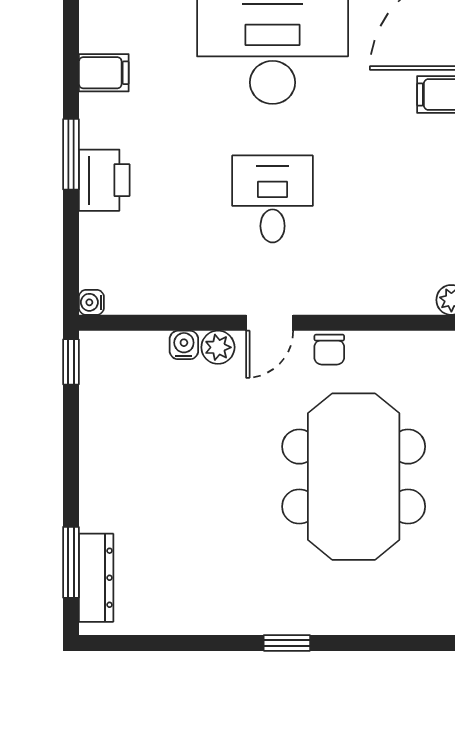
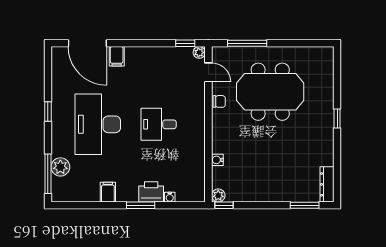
water cooler: (91, 302) -> (170, 197), moved
door: (270, 323) -> (208, 72), moved
plant: (218, 347) -> (218, 195), moved
dresser: (96, 578) -> (327, 184), moved, turned -90

